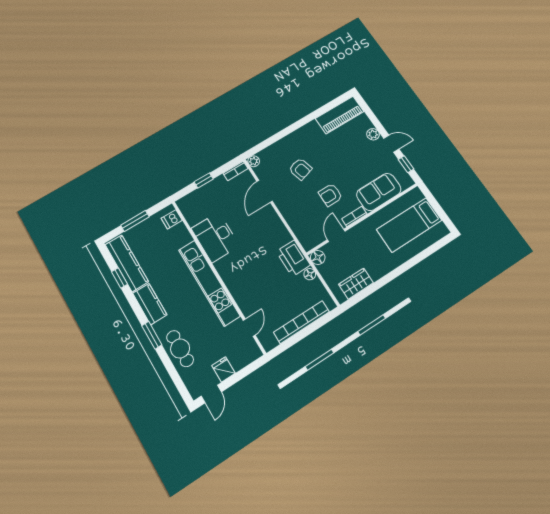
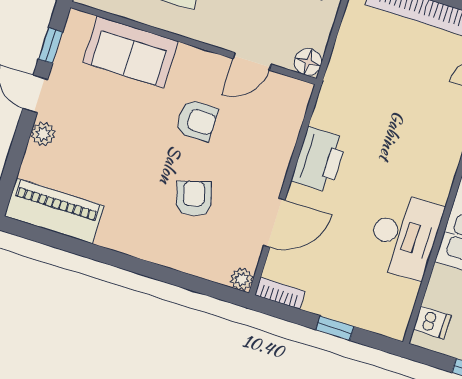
bookcase: (354, 216) -> (200, 58), removed
printer: (293, 258) -> (319, 160), moved
floor lamp: (310, 274) -> (342, 53), removed

